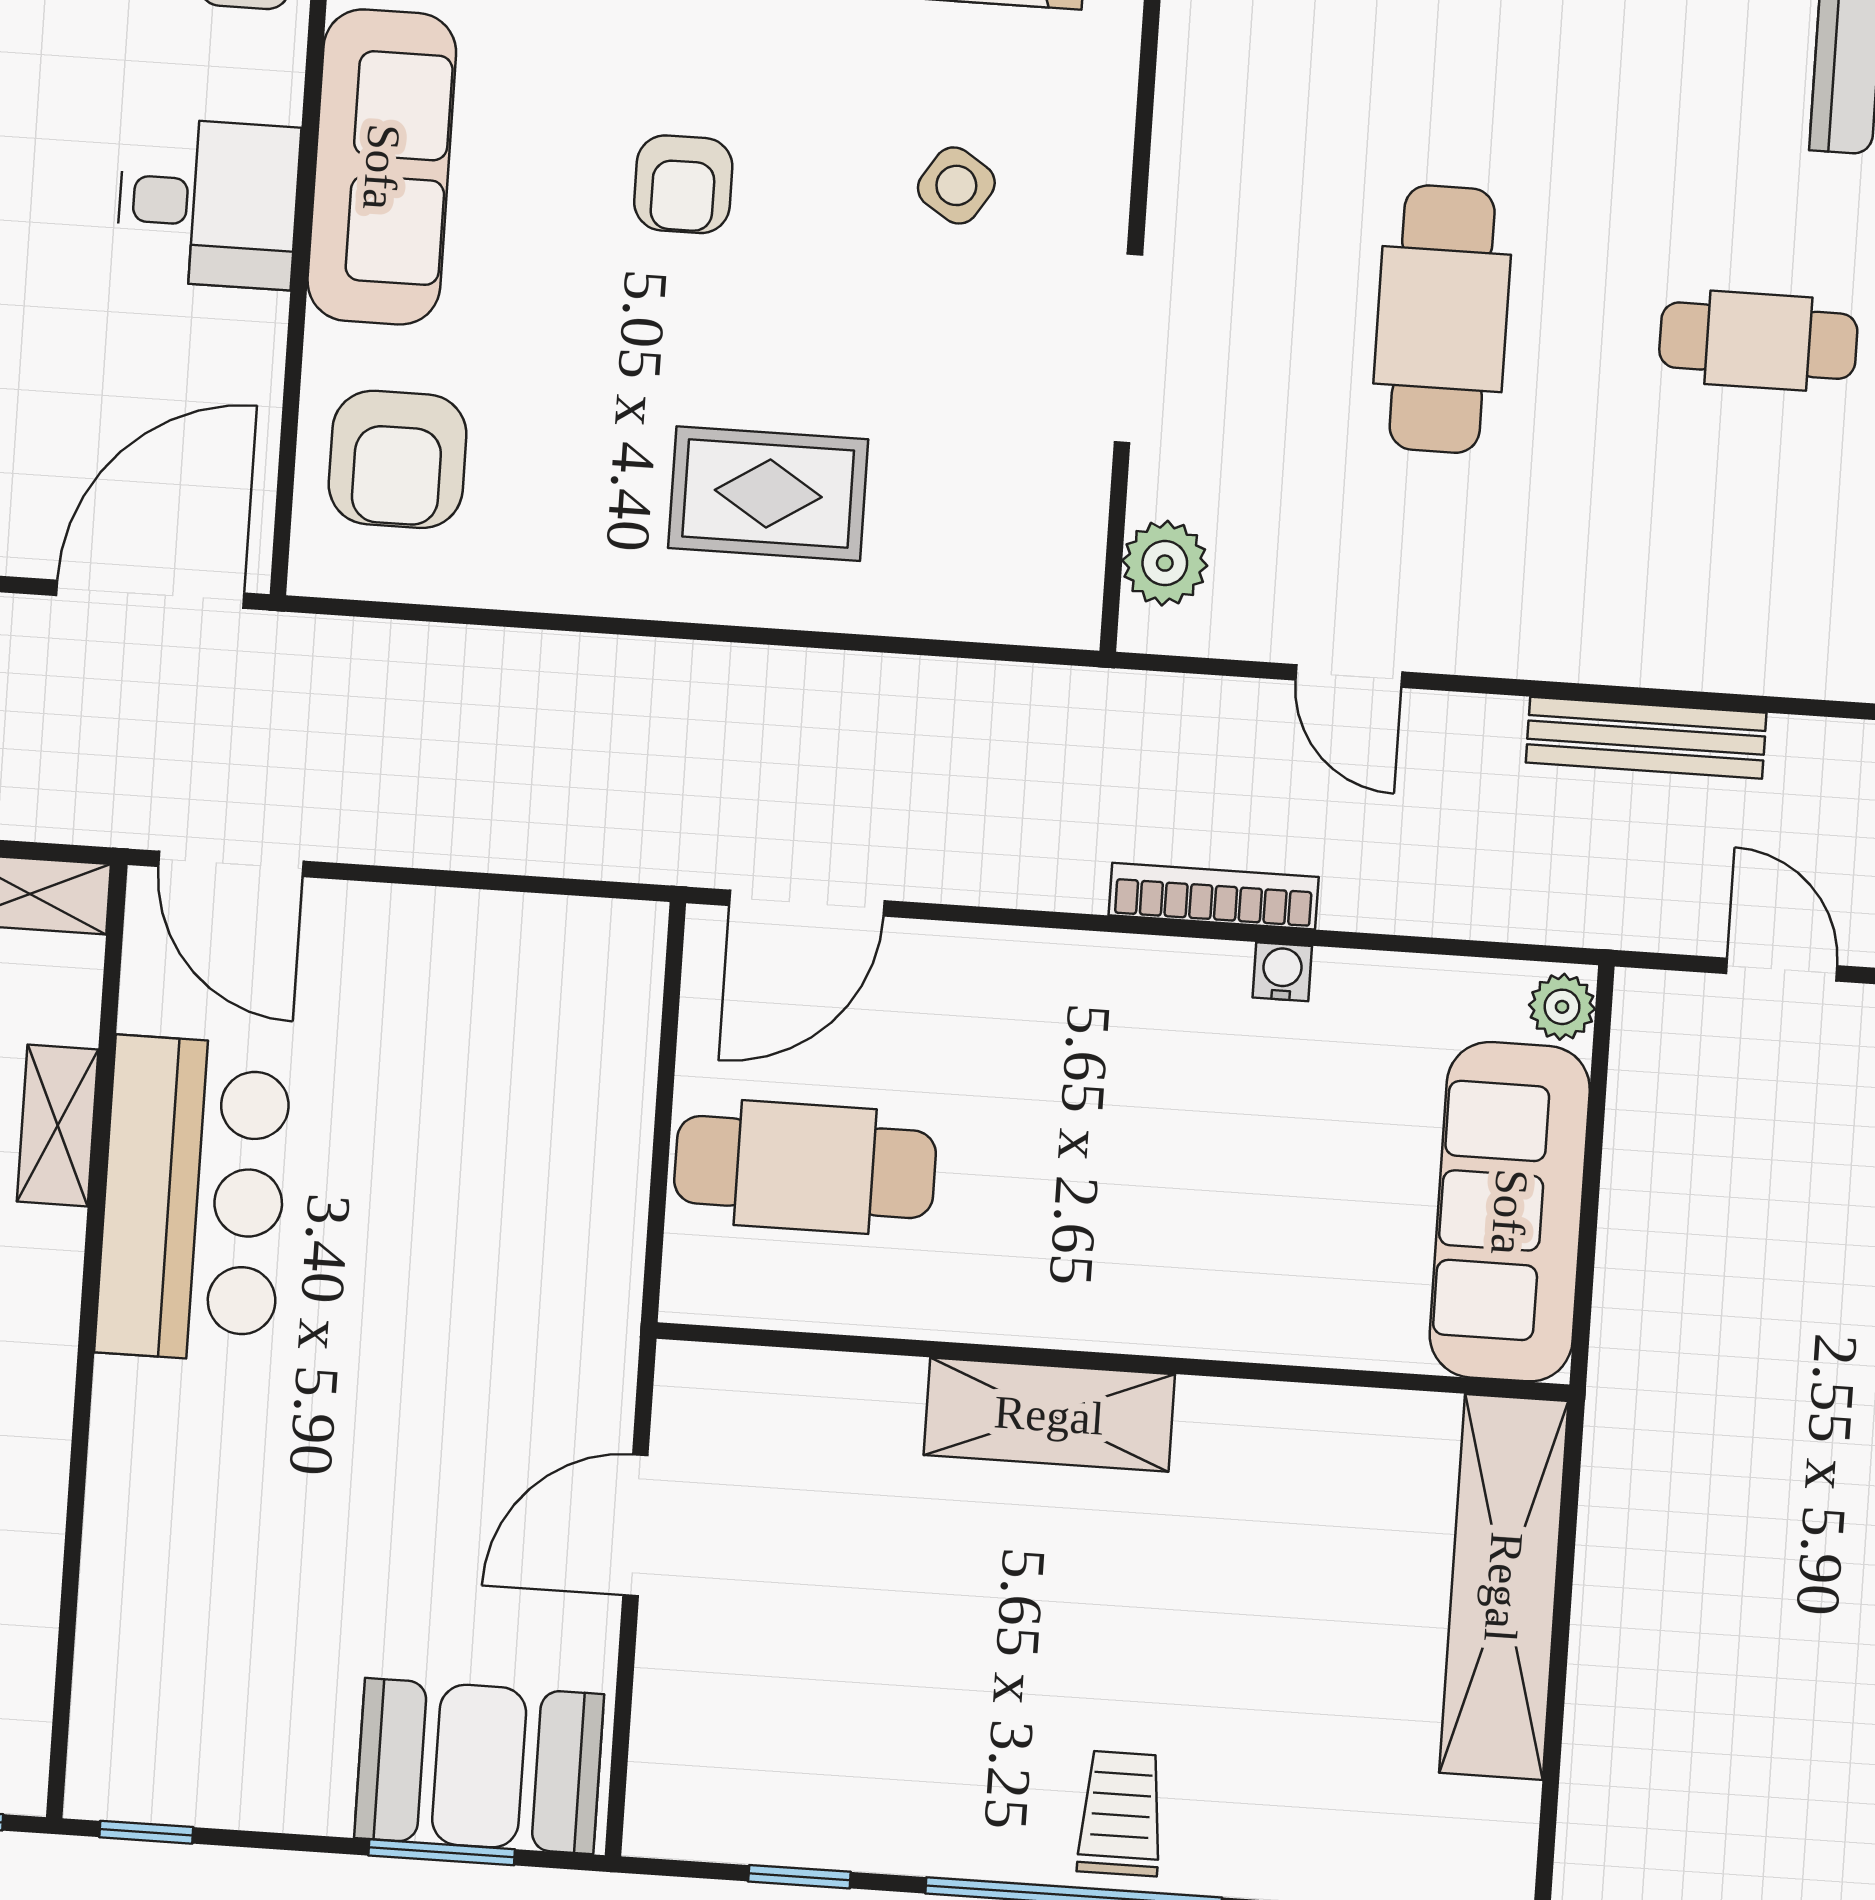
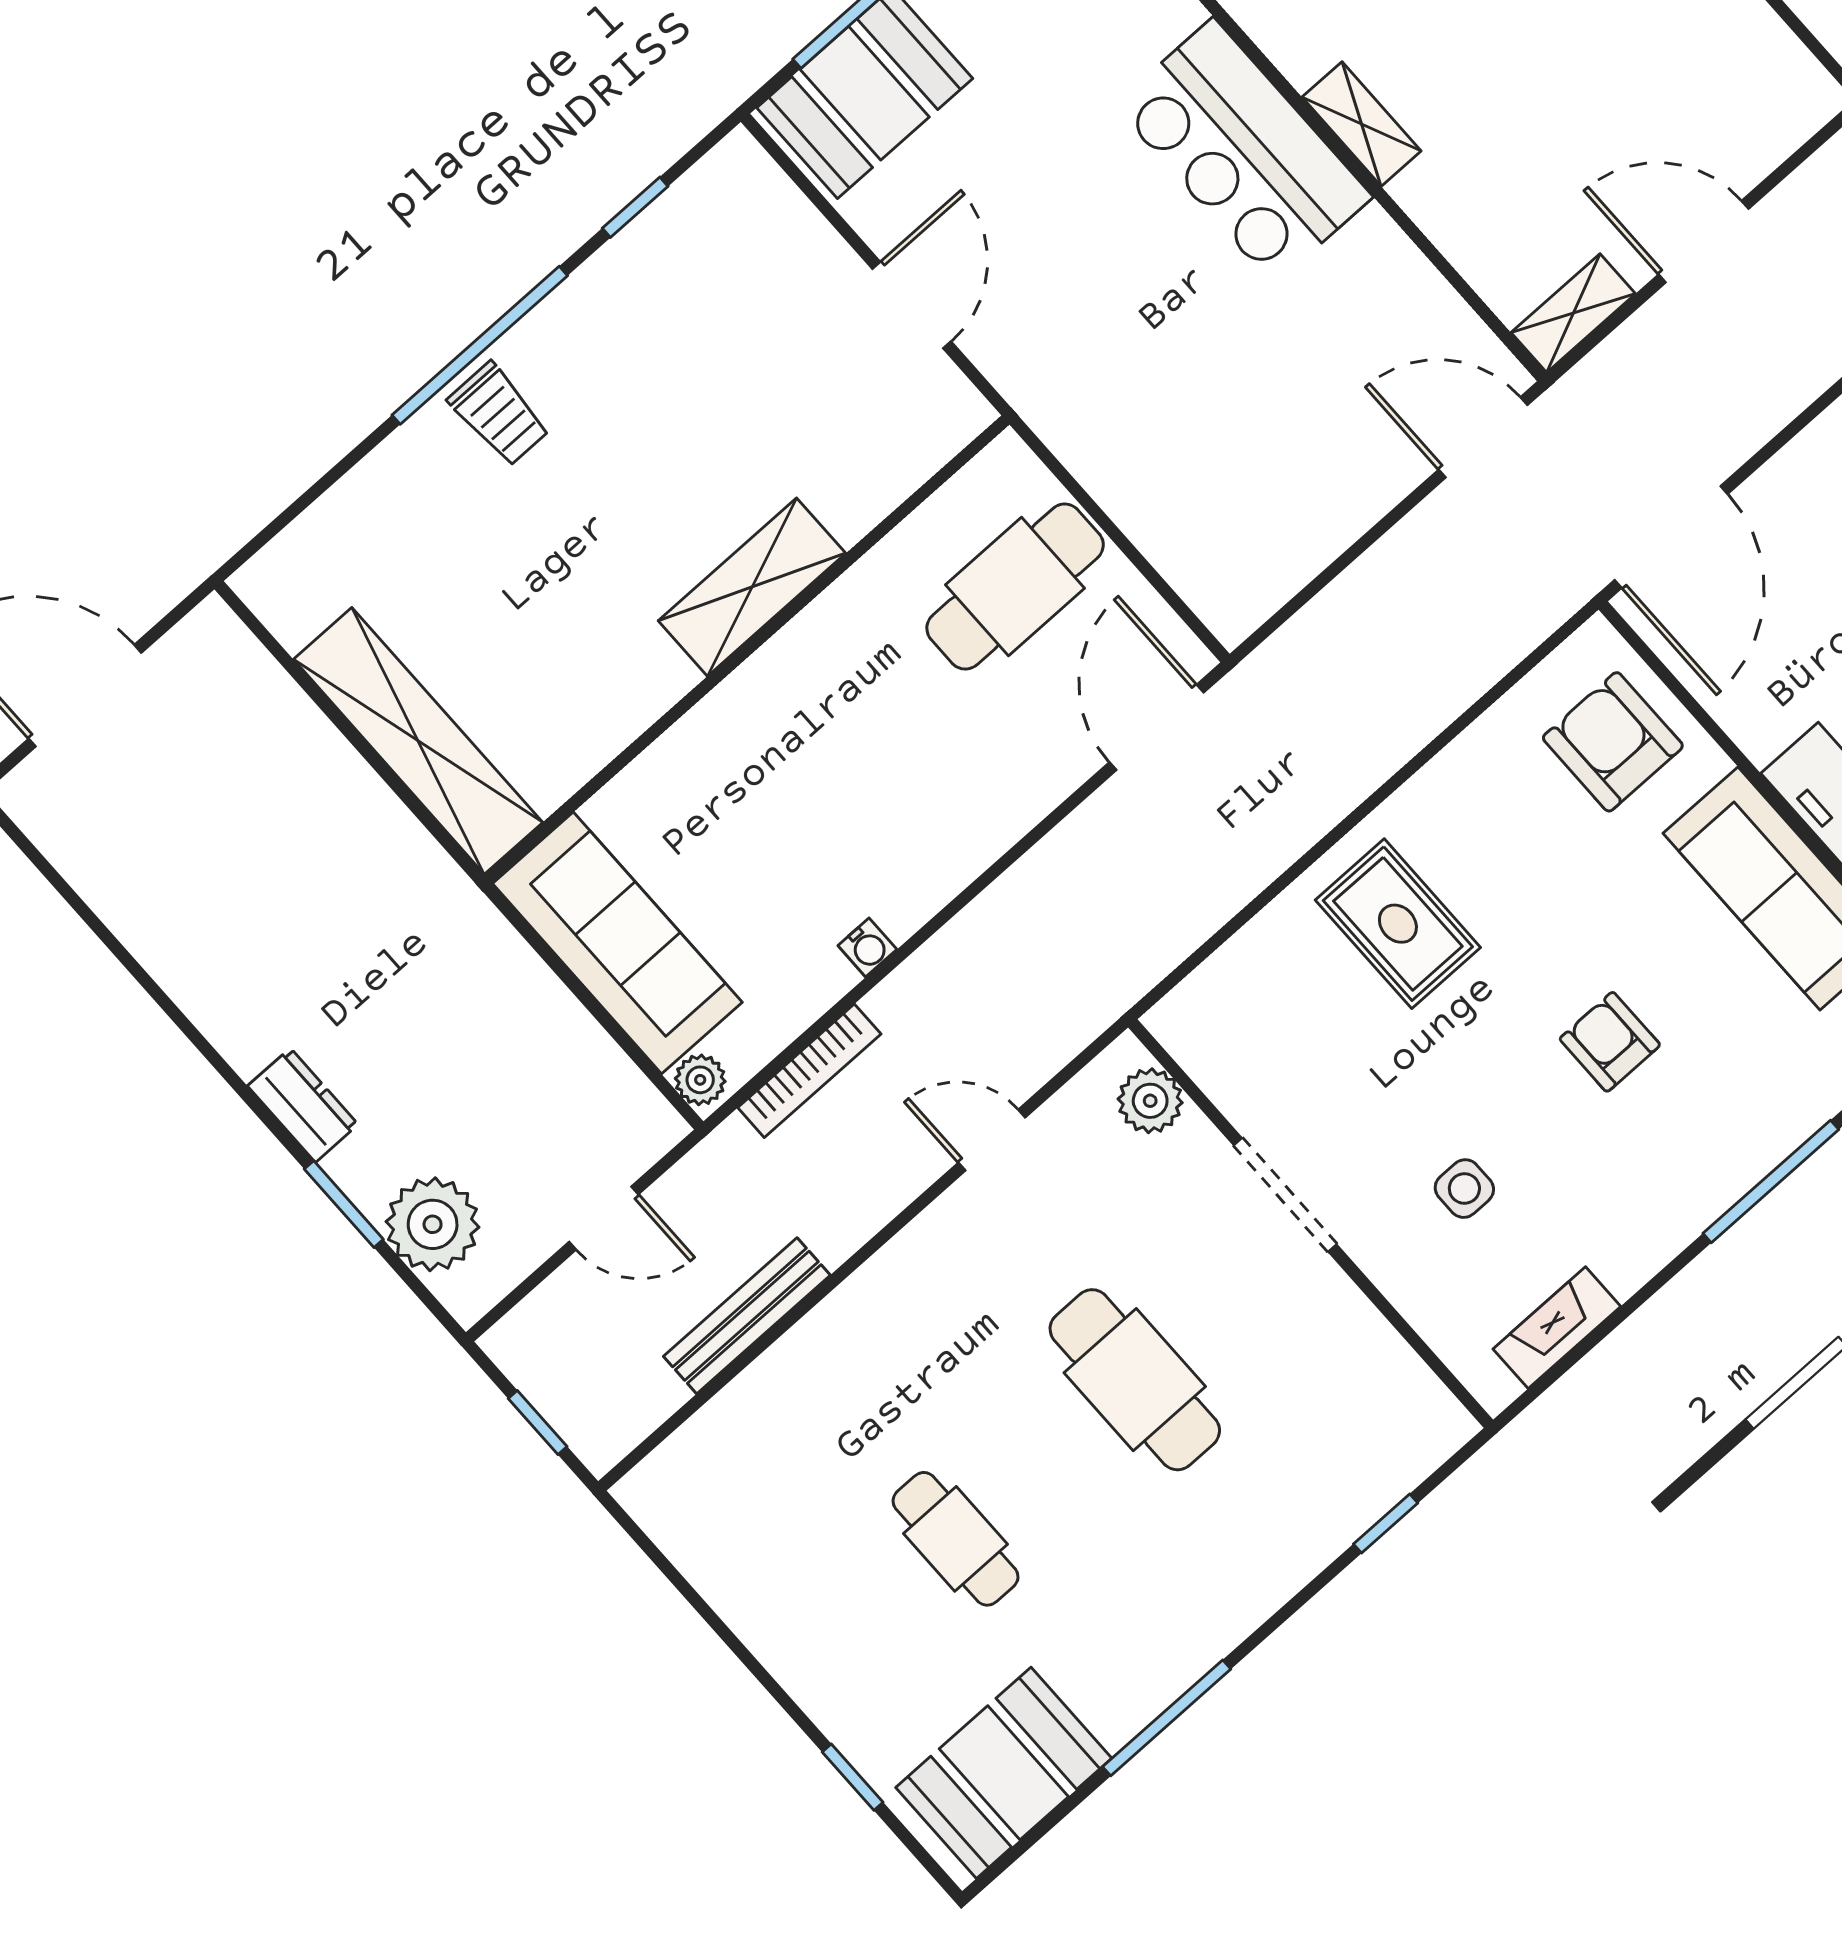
side table: (956, 185) -> (1464, 1189), turned -33
cafe table: (1758, 341) -> (956, 1539), turned 90
rug: (768, 494) -> (1398, 924), turned 90
bench: (1646, 738) -> (747, 1316), moved
bookcase: (1214, 896) -> (809, 1071), moved
shelving: (58, 1126) -> (1362, 124), moved
bar counter: (193, 1199) -> (1243, 151), moved

